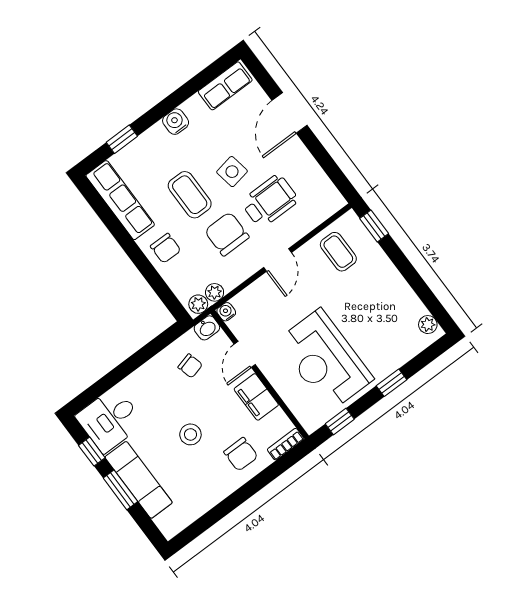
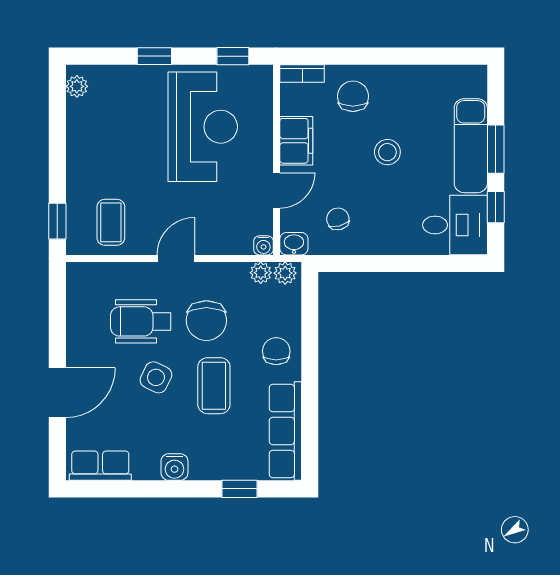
side table: (232, 172) -> (156, 377), turned 36

